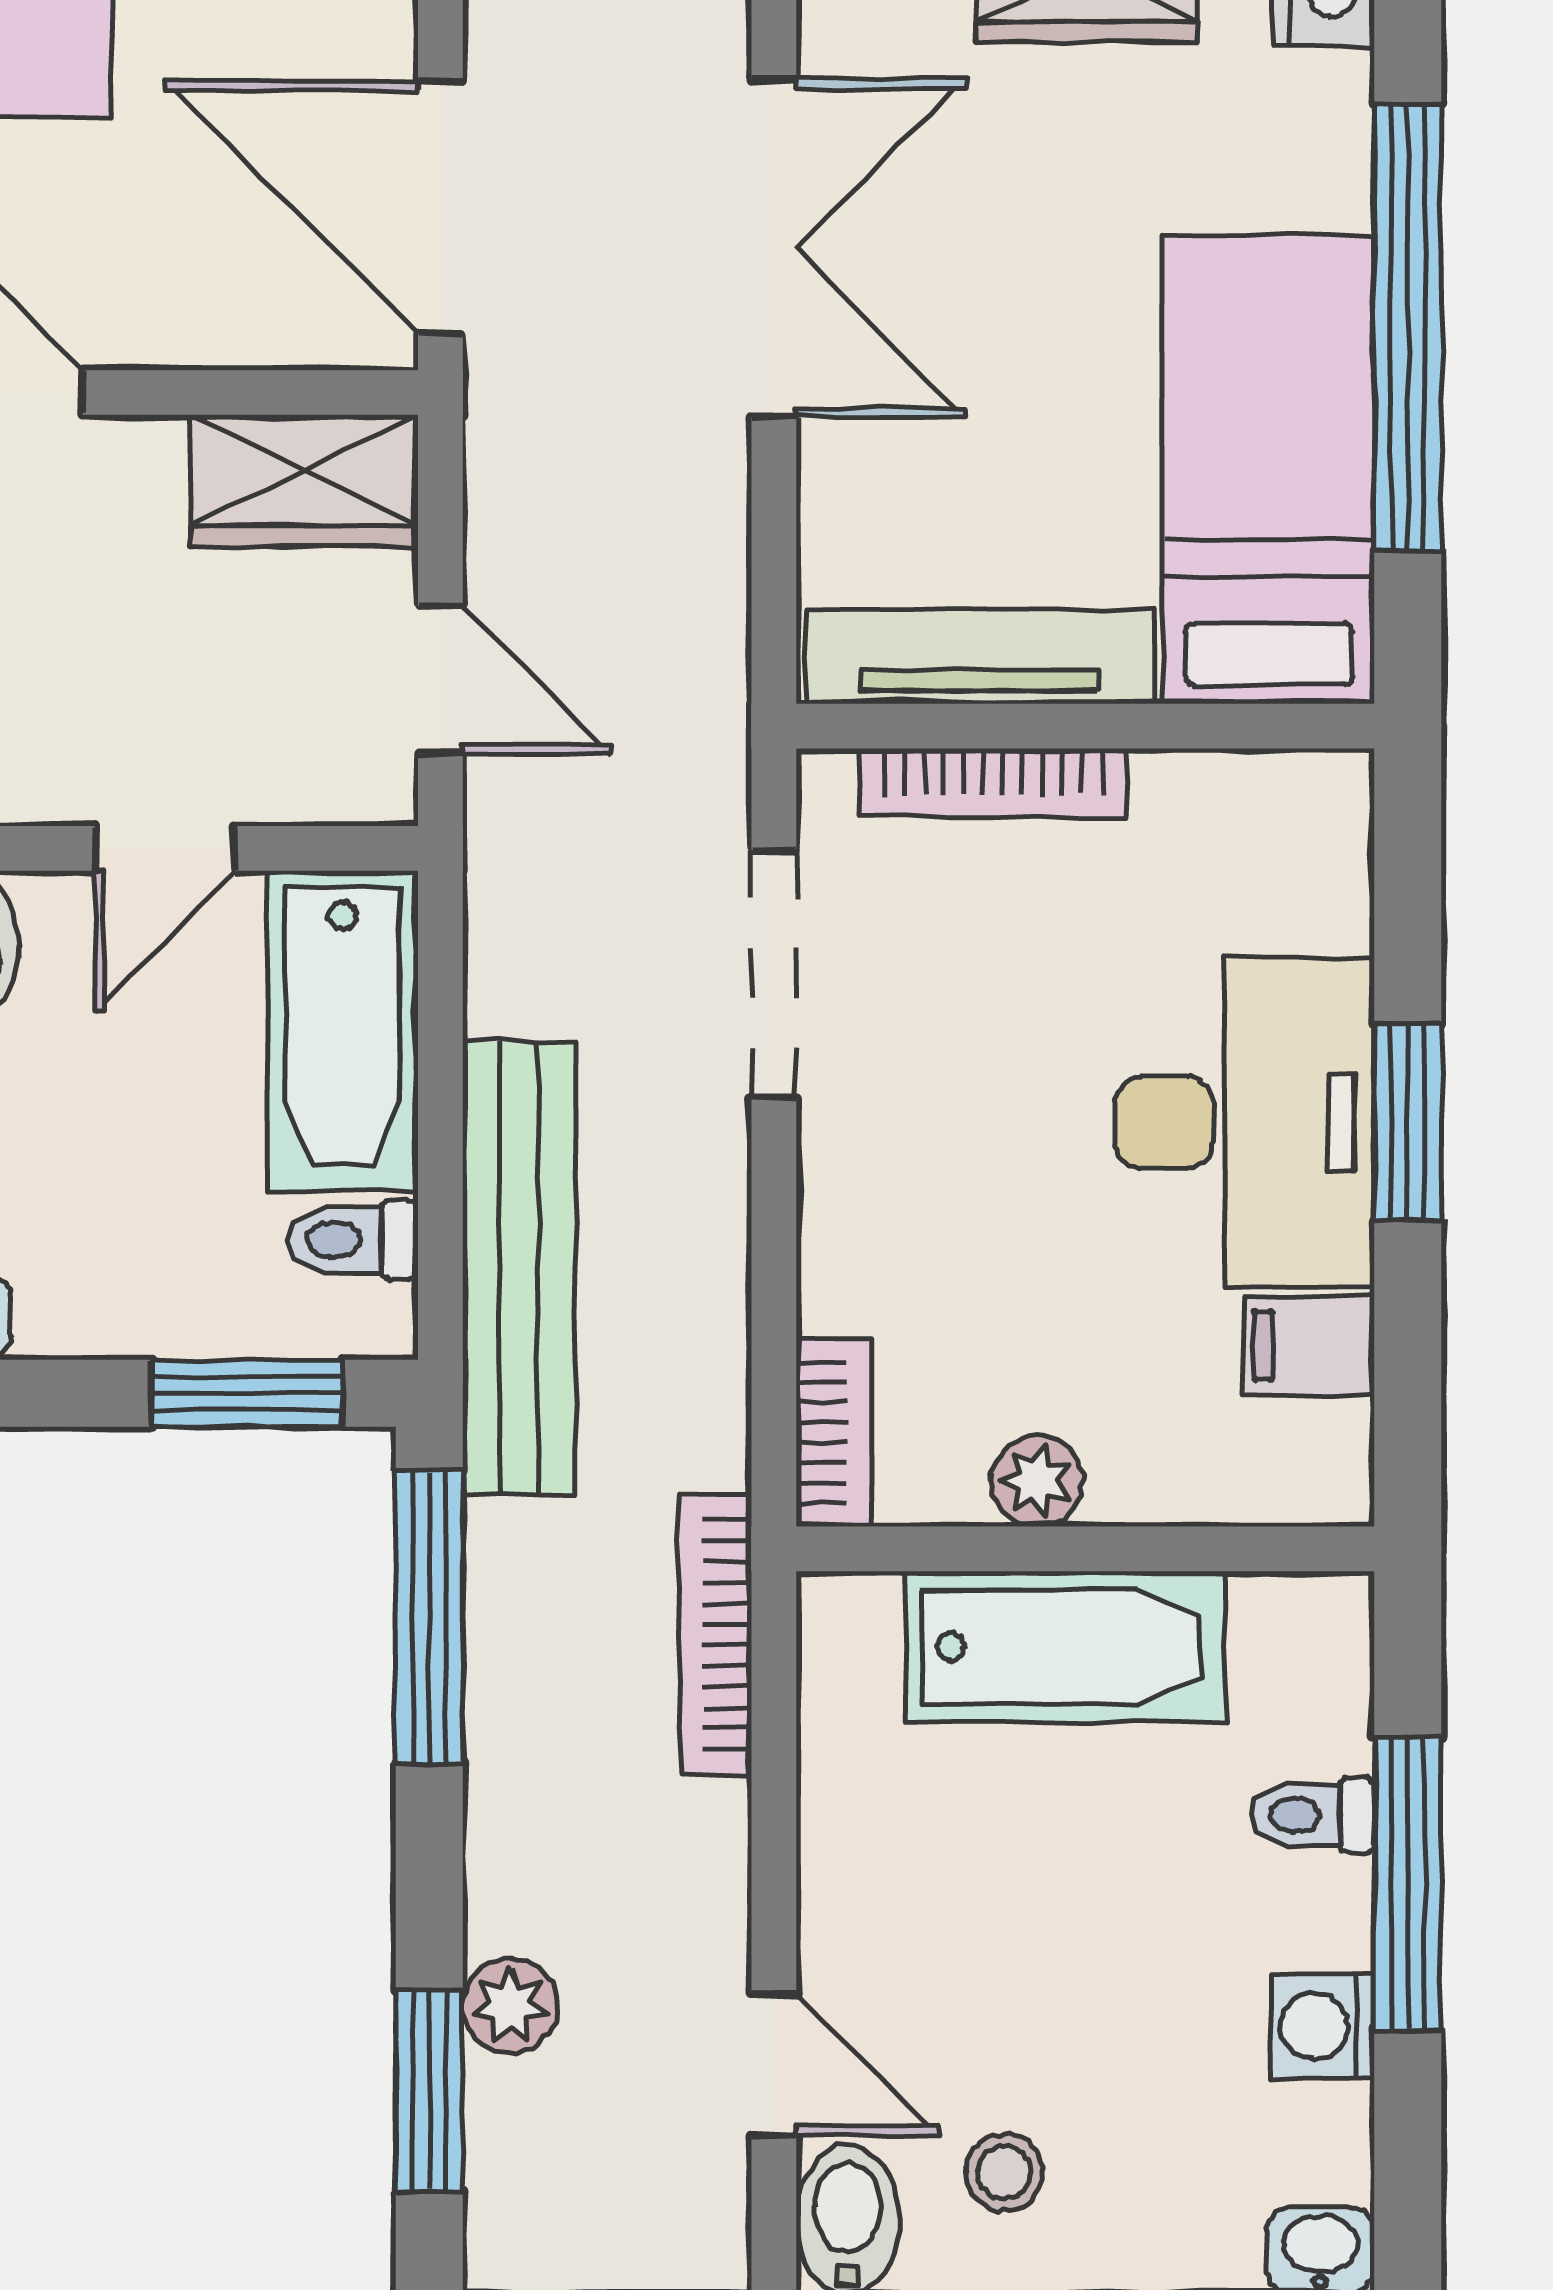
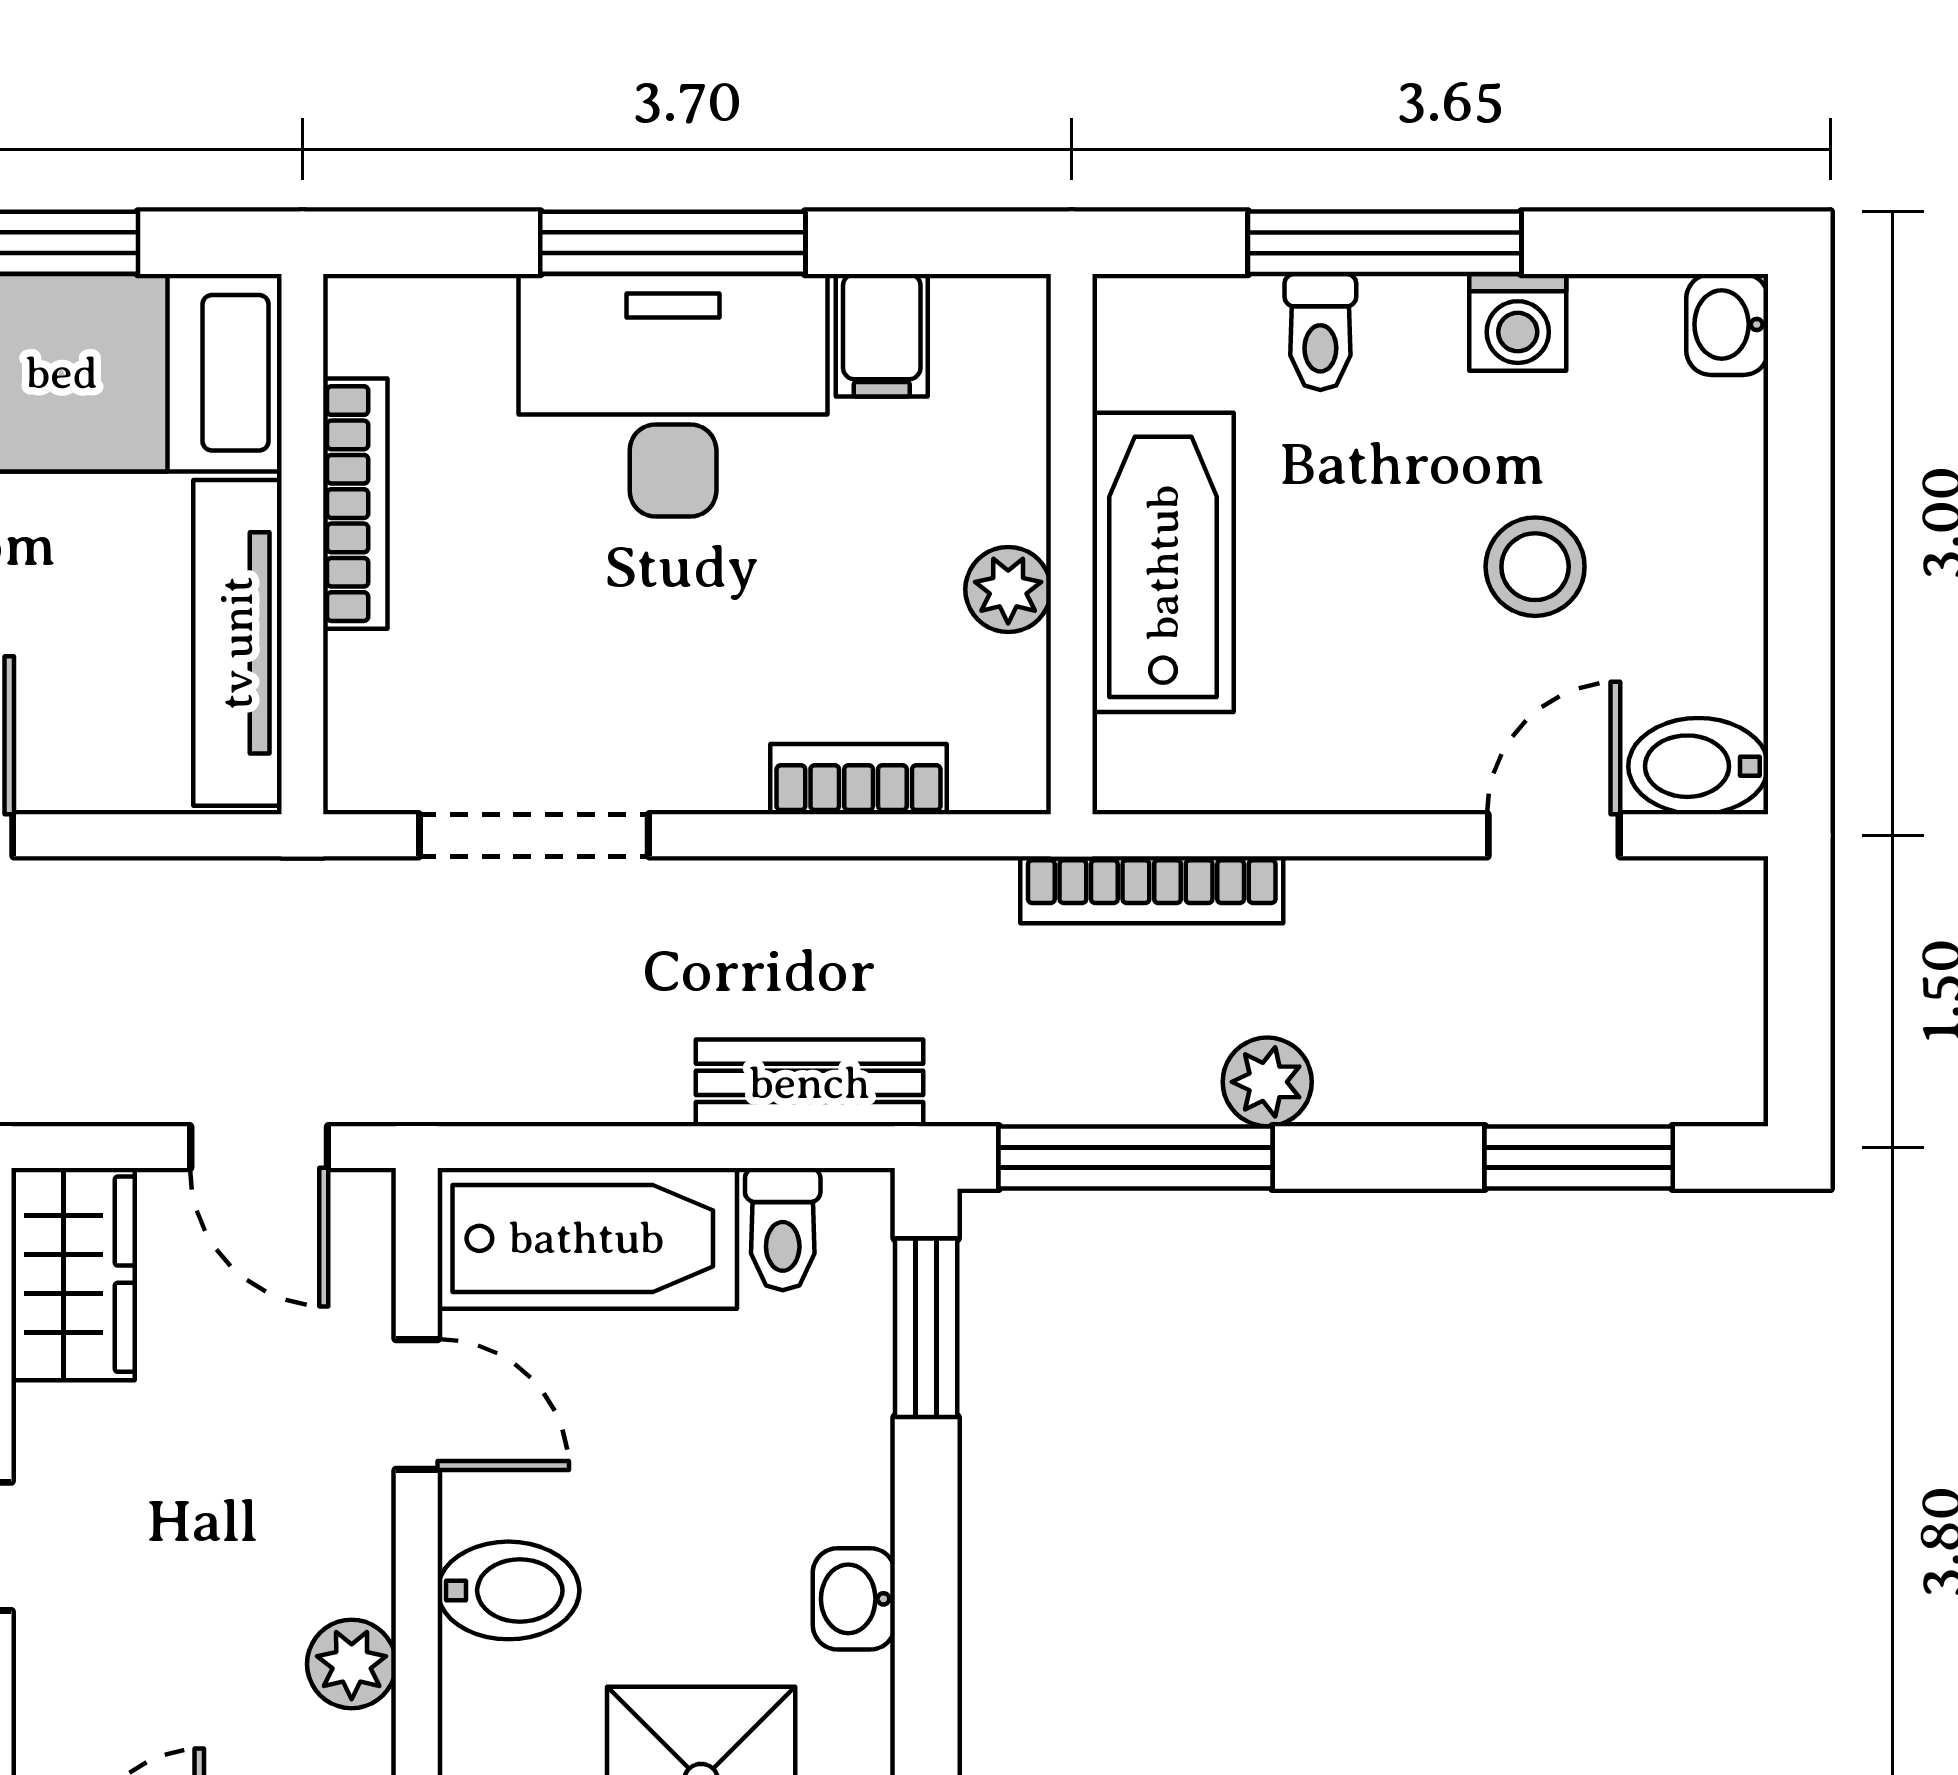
door: (440, 680) -> (259, 1147), swing flipped
bookcase: (993, 783) -> (355, 504), moved
window: (1408, 1122) -> (673, 243), width x1.44
bench: (519, 1269) -> (810, 1083), width x0.54, depth x0.82
bookcase: (834, 1432) -> (859, 779), moved
plant: (510, 2006) -> (1267, 1082), moved
stool: (1004, 2172) -> (1535, 567), moved, width x1.37, depth x1.37

